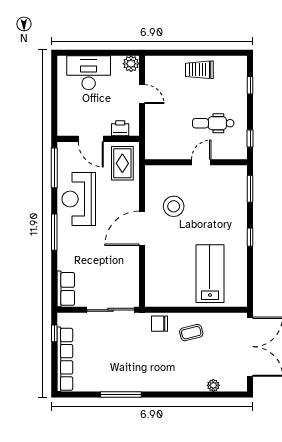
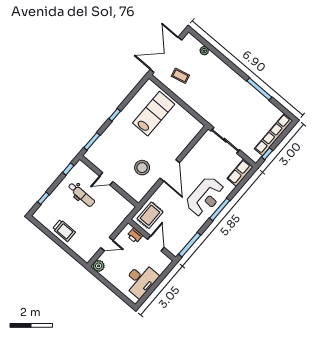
desk: (89, 73) -> (140, 280), moved, turned -90
door: (142, 94) -> (107, 244), swing flipped
reception desk: (79, 199) -> (205, 197), moved
door: (142, 228) -> (170, 170), hinge flipped
lab bench: (210, 274) -> (154, 114), turned 180
chair: (159, 324) -> (205, 110), removed
coffee table: (191, 333) -> (180, 76), moved

